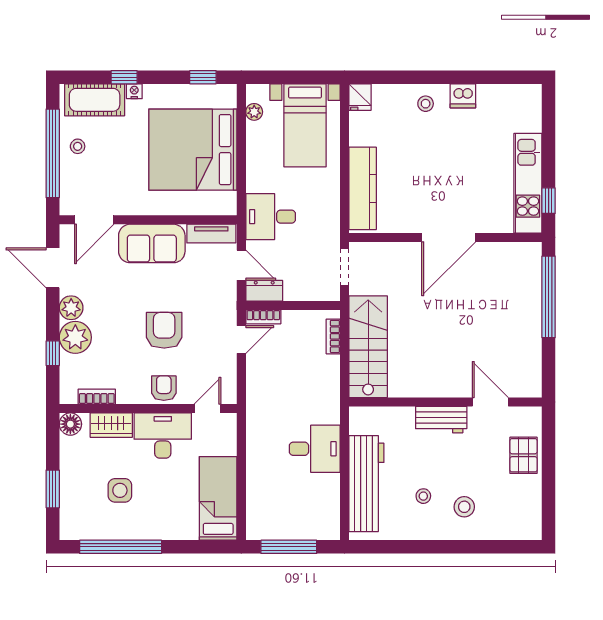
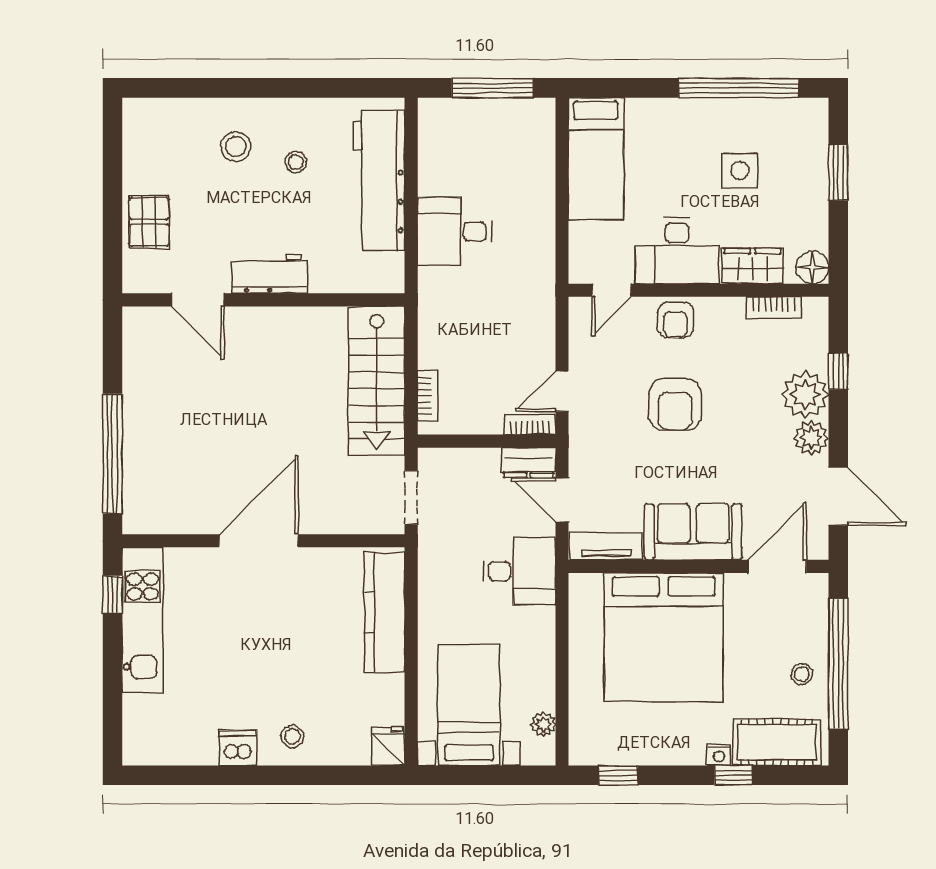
bed: (193, 150) -> (664, 637), moved, turned 90

